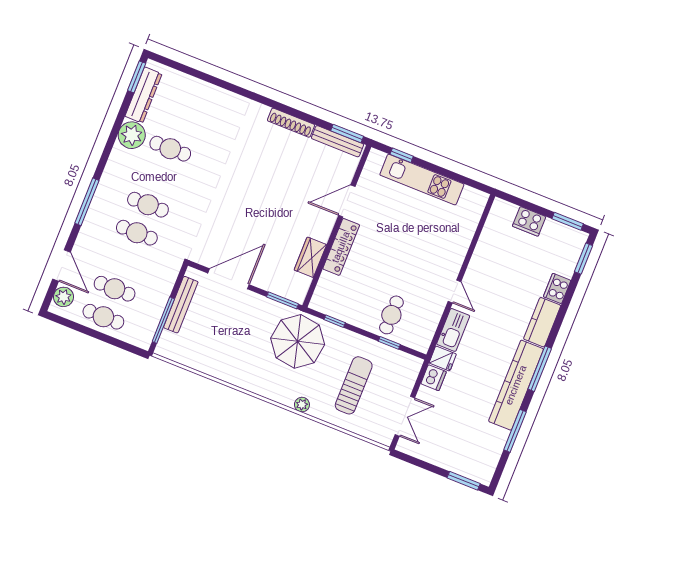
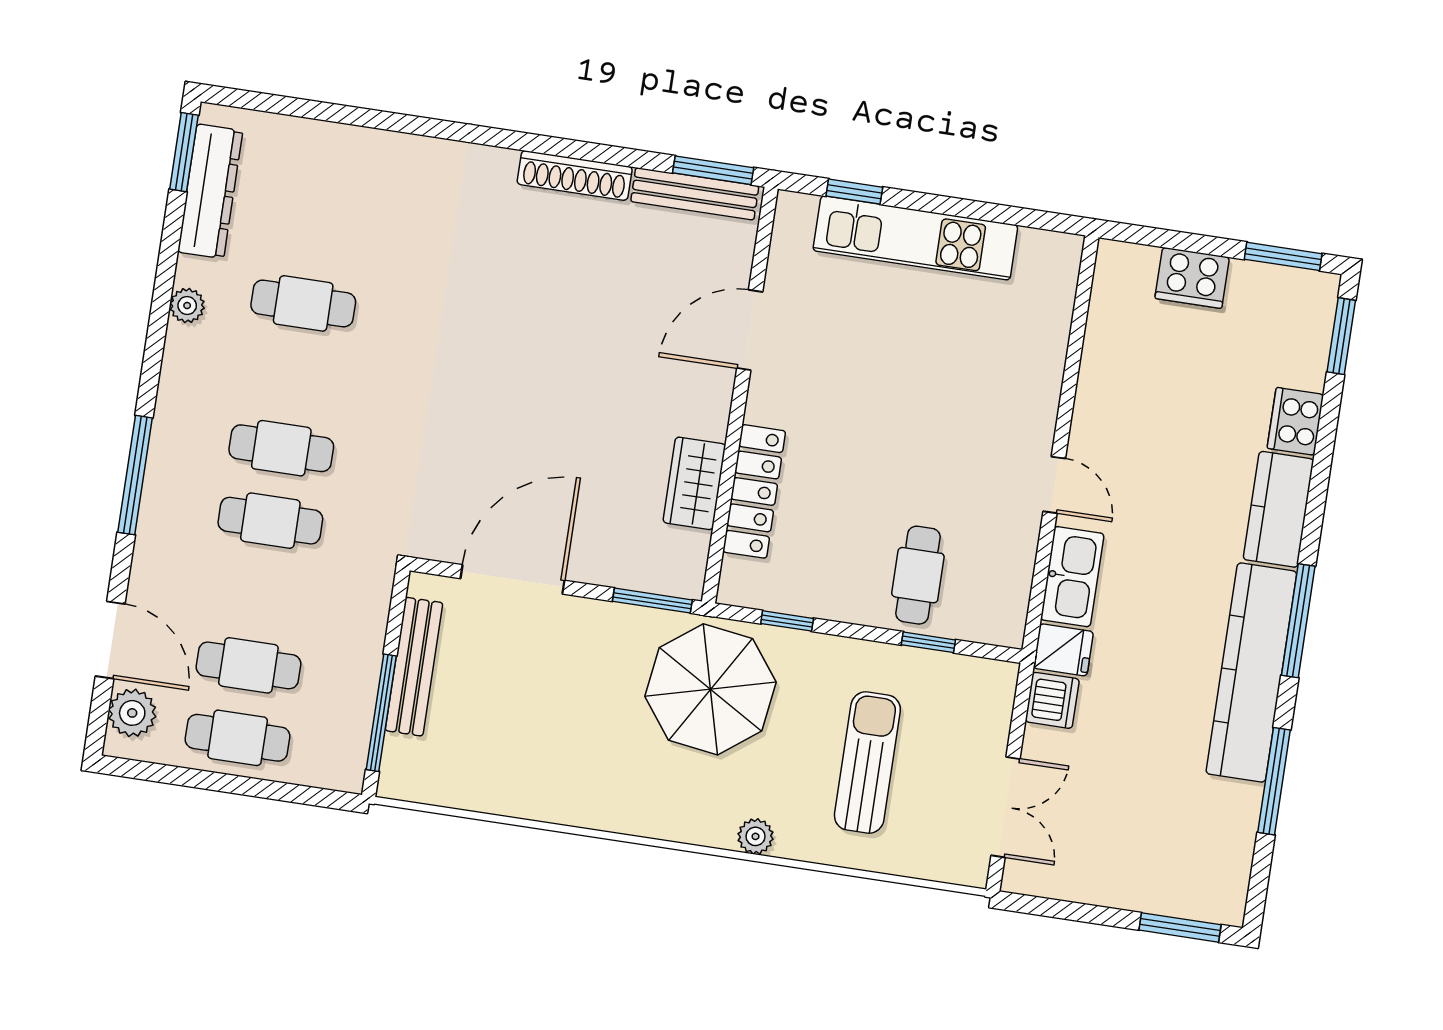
plant: (132, 135) -> (187, 306), width x0.53, depth x0.53
locker: (341, 247) -> (754, 491), moved

